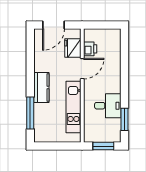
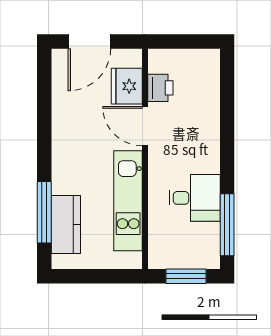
door: (82, 69) -> (145, 126), swing flipped
kitchen counter: (41, 87) -> (66, 225), moved
window: (125, 119) -> (227, 225), width x1.44

